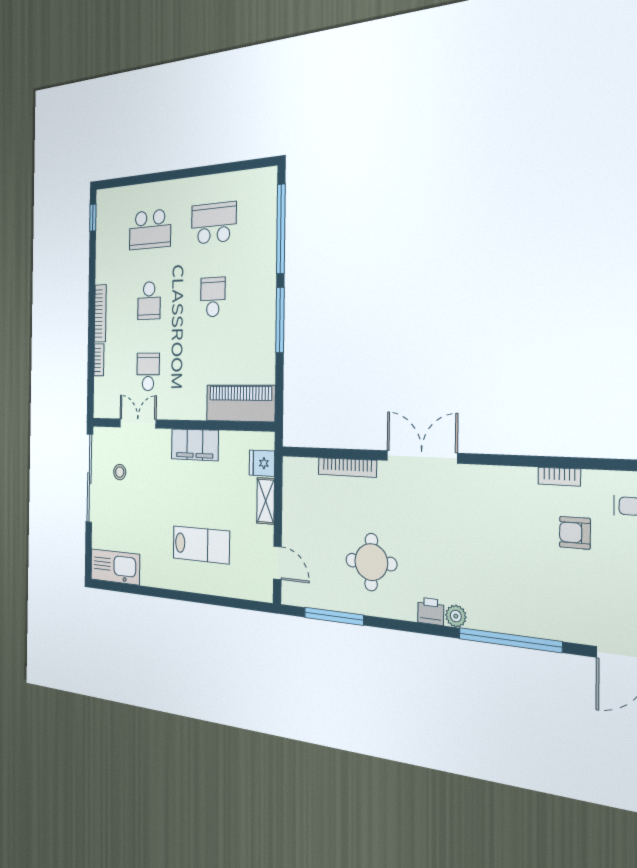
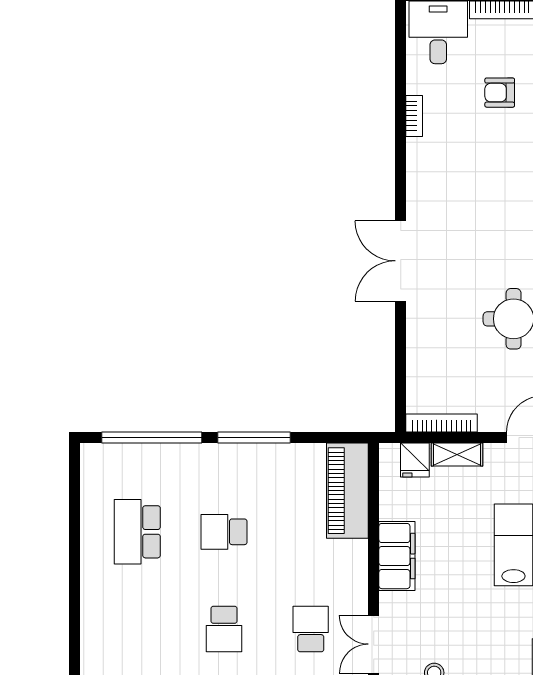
school desk: (150, 229) -> (137, 629), removed
school desk: (149, 301) -> (224, 629), turned 90
school desk: (148, 372) -> (311, 629), turned 90
bookcase: (347, 467) -> (442, 423), moved, turned -90
armchair: (575, 533) -> (500, 93), moved, turned 90

